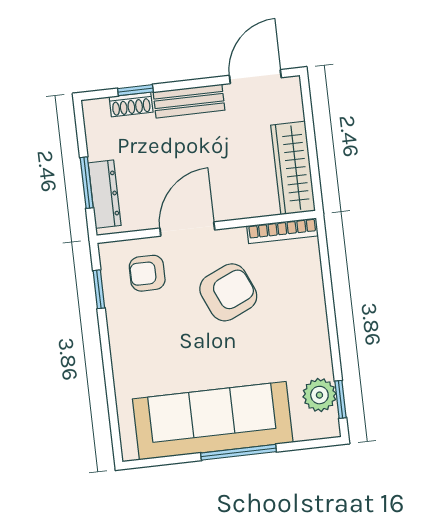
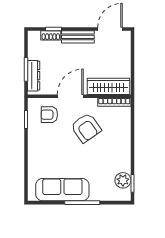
wardrobe: (293, 168) -> (108, 86), moved, turned 90
armchair: (228, 292) -> (86, 128), turned 79
sofa: (213, 421) -> (62, 190), width x0.74, depth x0.79

